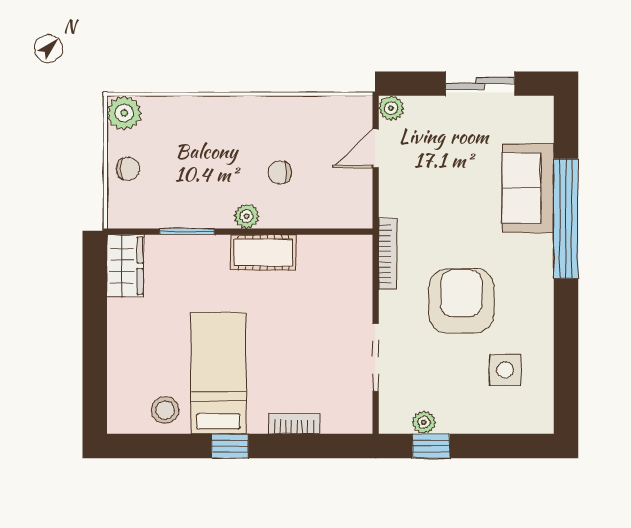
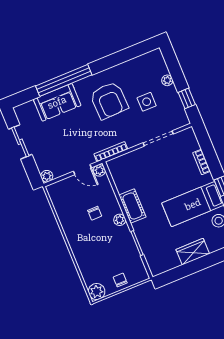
door: (376, 148) -> (82, 169), moved
plant: (360, 216) -> (99, 170), added
wardrobe: (125, 266) -> (193, 252), moved
armchair: (461, 301) -> (109, 100), moved, turned -92
side table: (505, 370) -> (147, 102), moved
plant: (424, 422) -> (167, 80), moved

